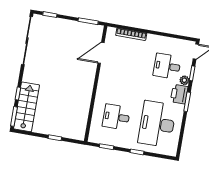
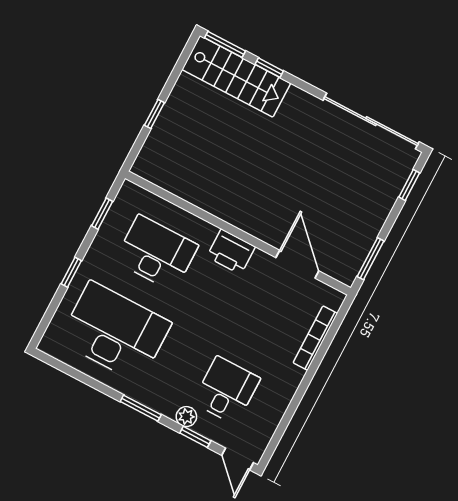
printer: (179, 94) -> (231, 252), moved, turned 180
desk: (116, 117) -> (156, 253), width x1.37

